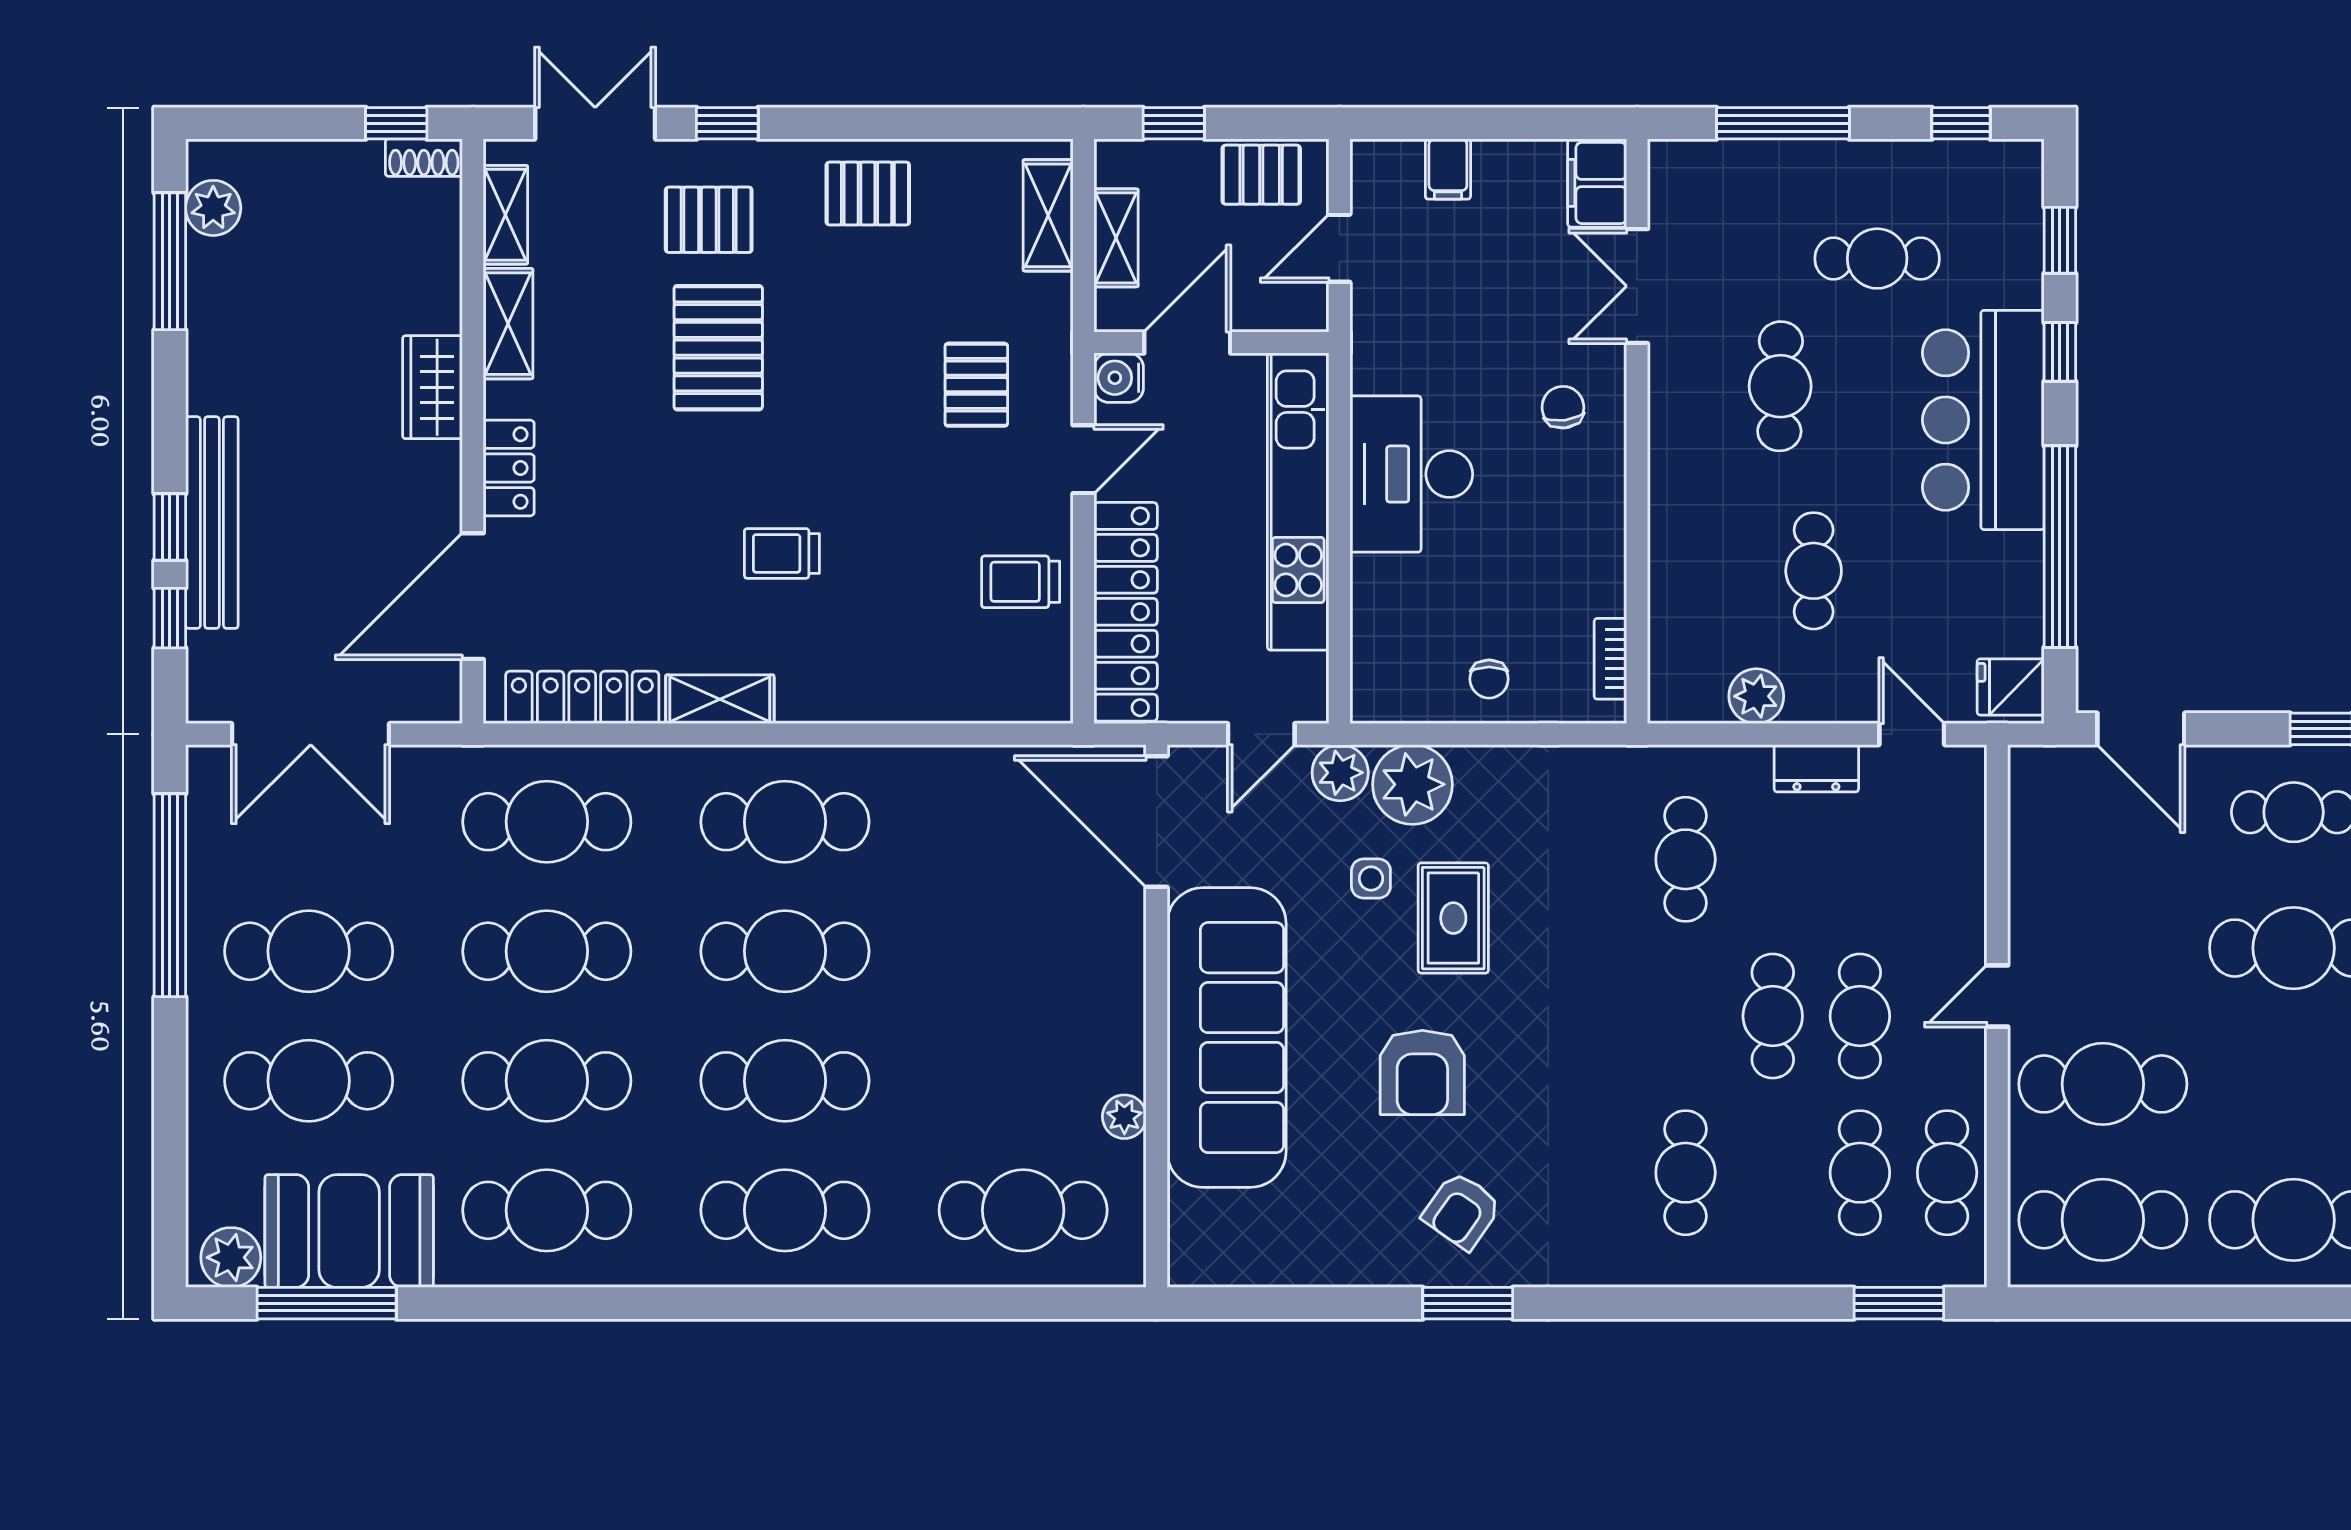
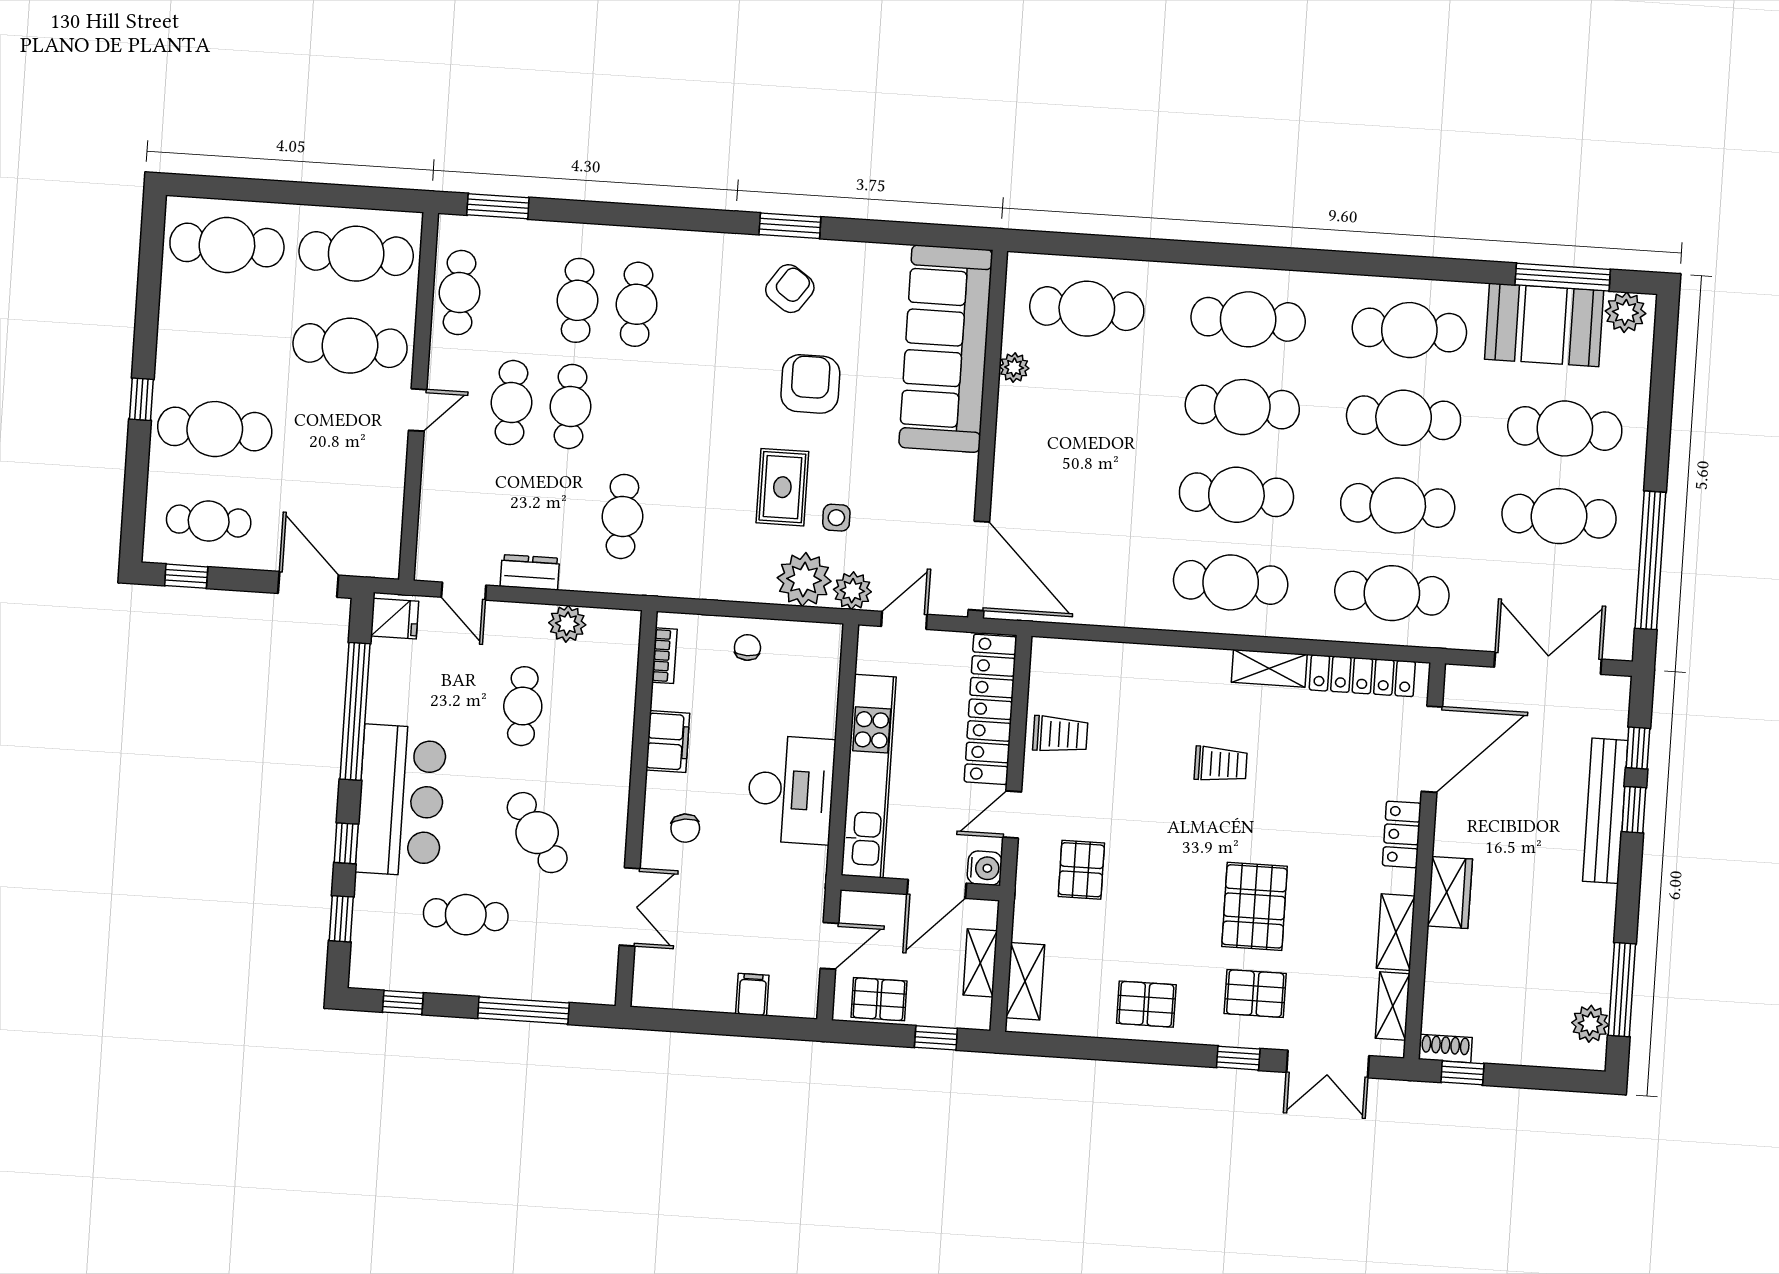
filing cabinet: (1597, 183) -> (668, 742), moved
cafe table: (1780, 386) -> (537, 833), turned -35
sofa: (1227, 1038) -> (946, 349), moved
cafe table: (1860, 1173) -> (578, 300), moved

